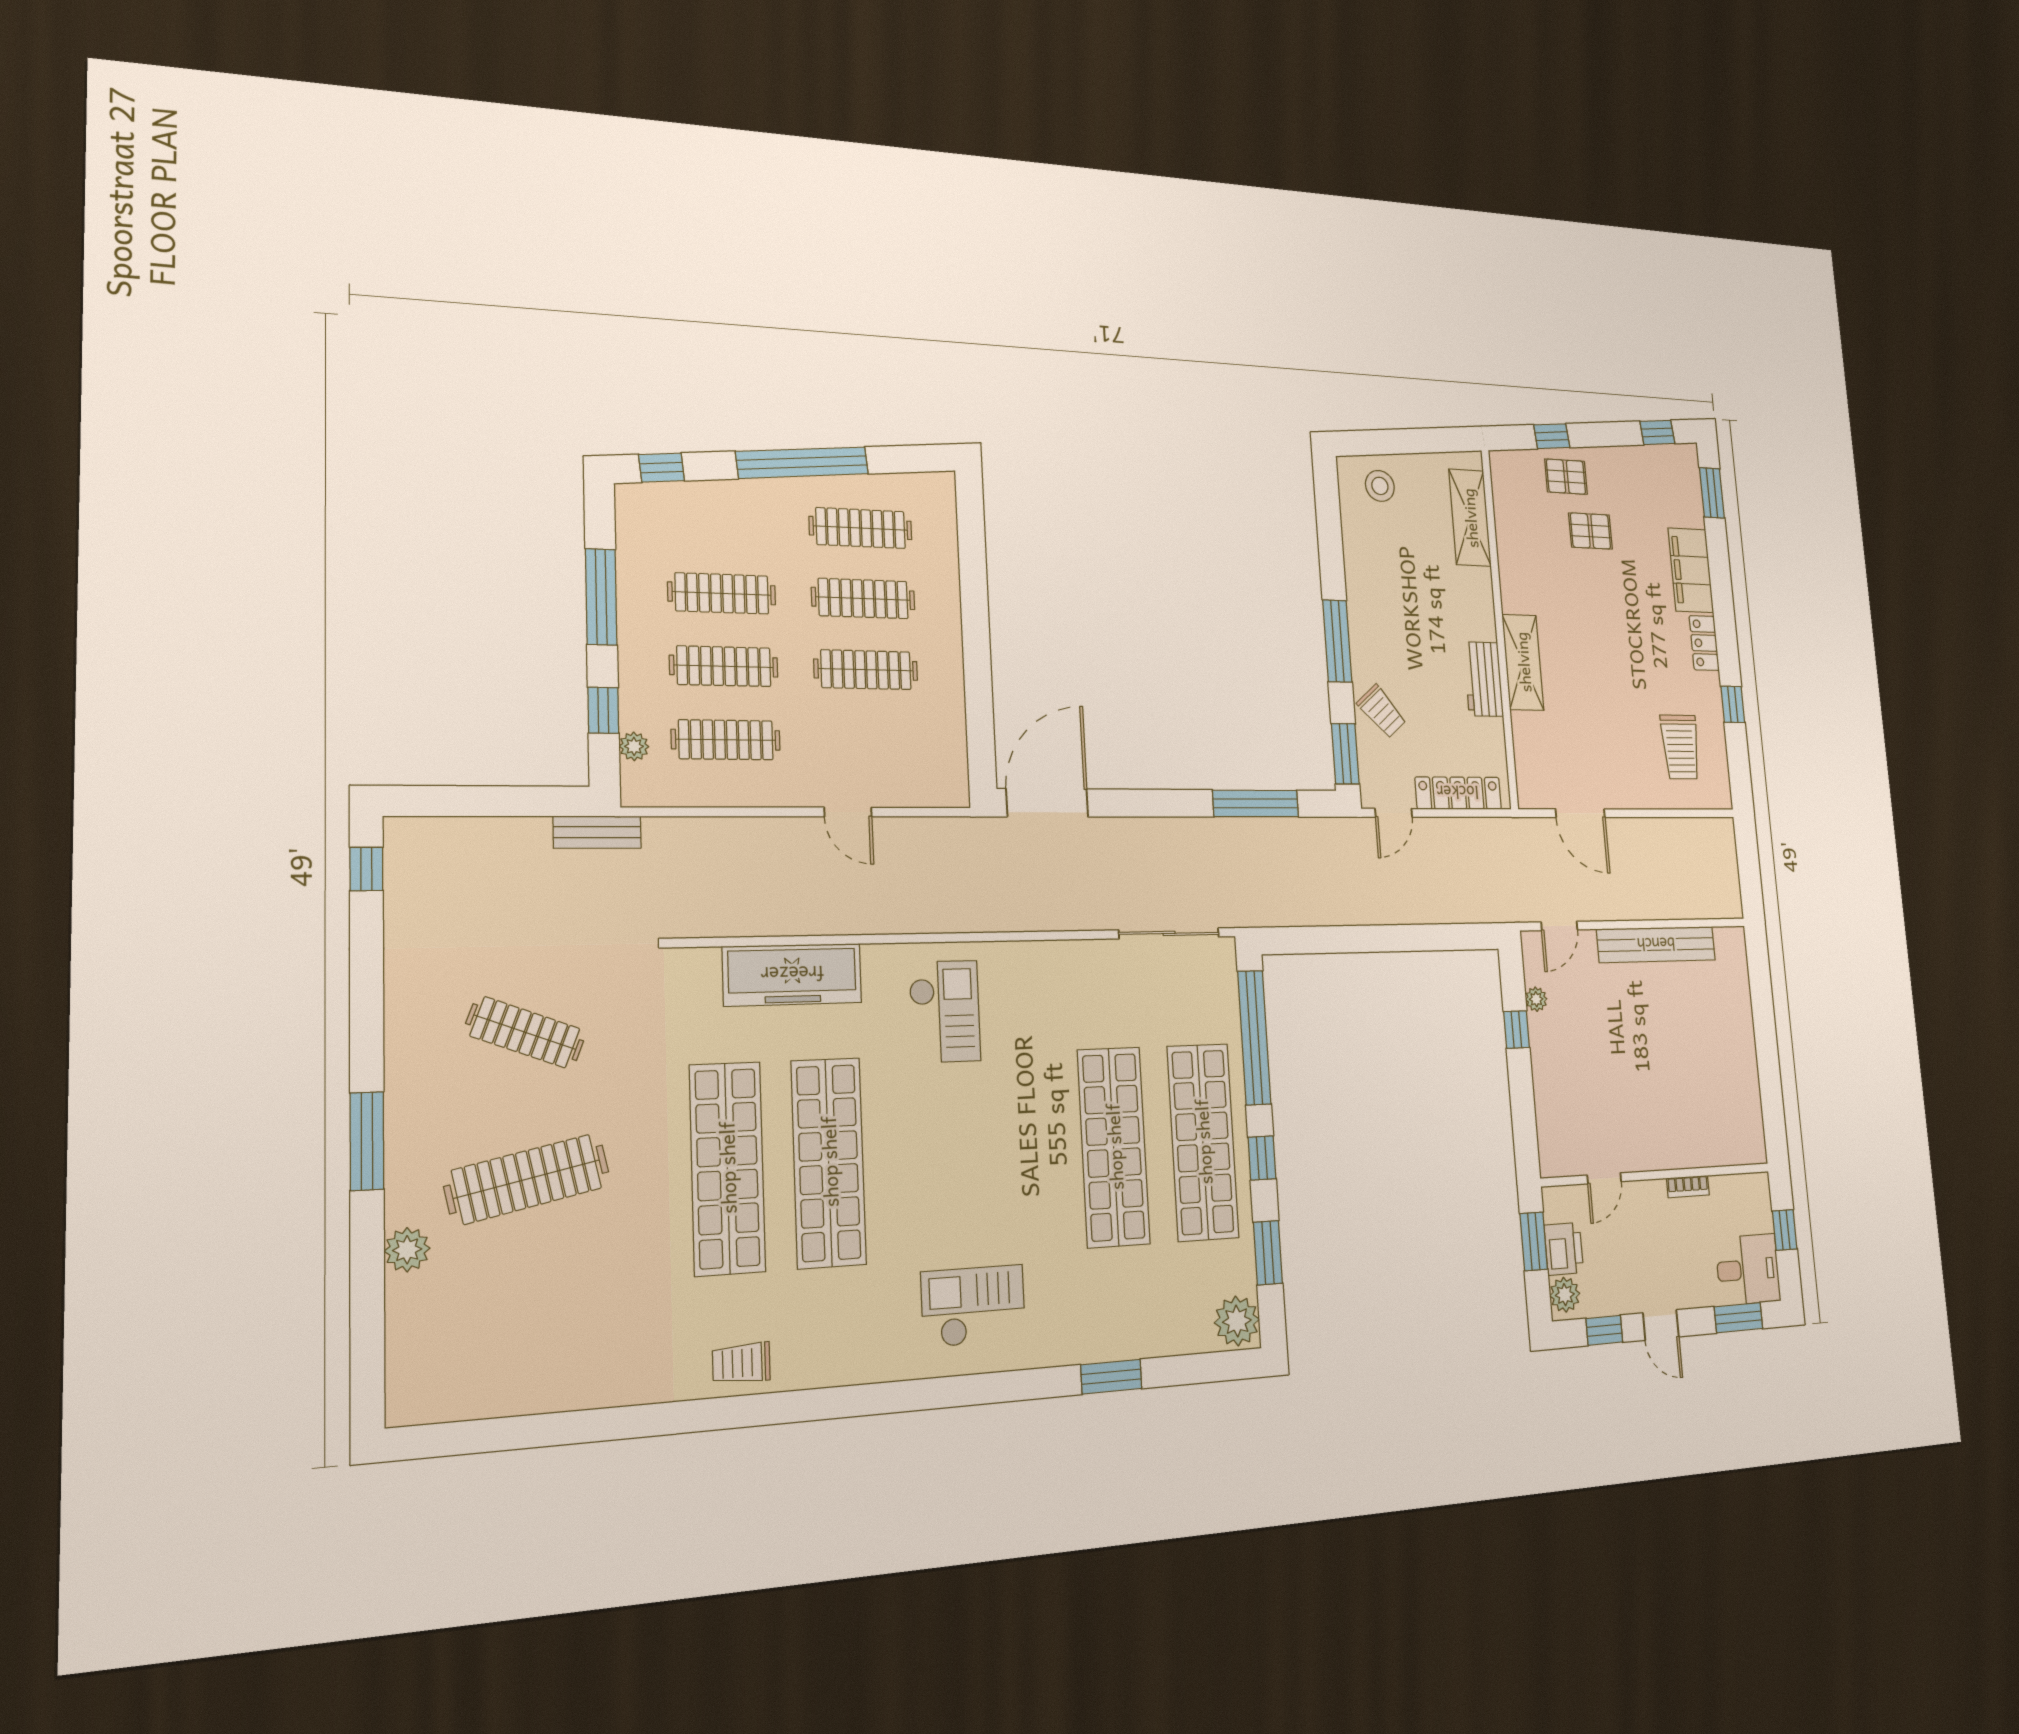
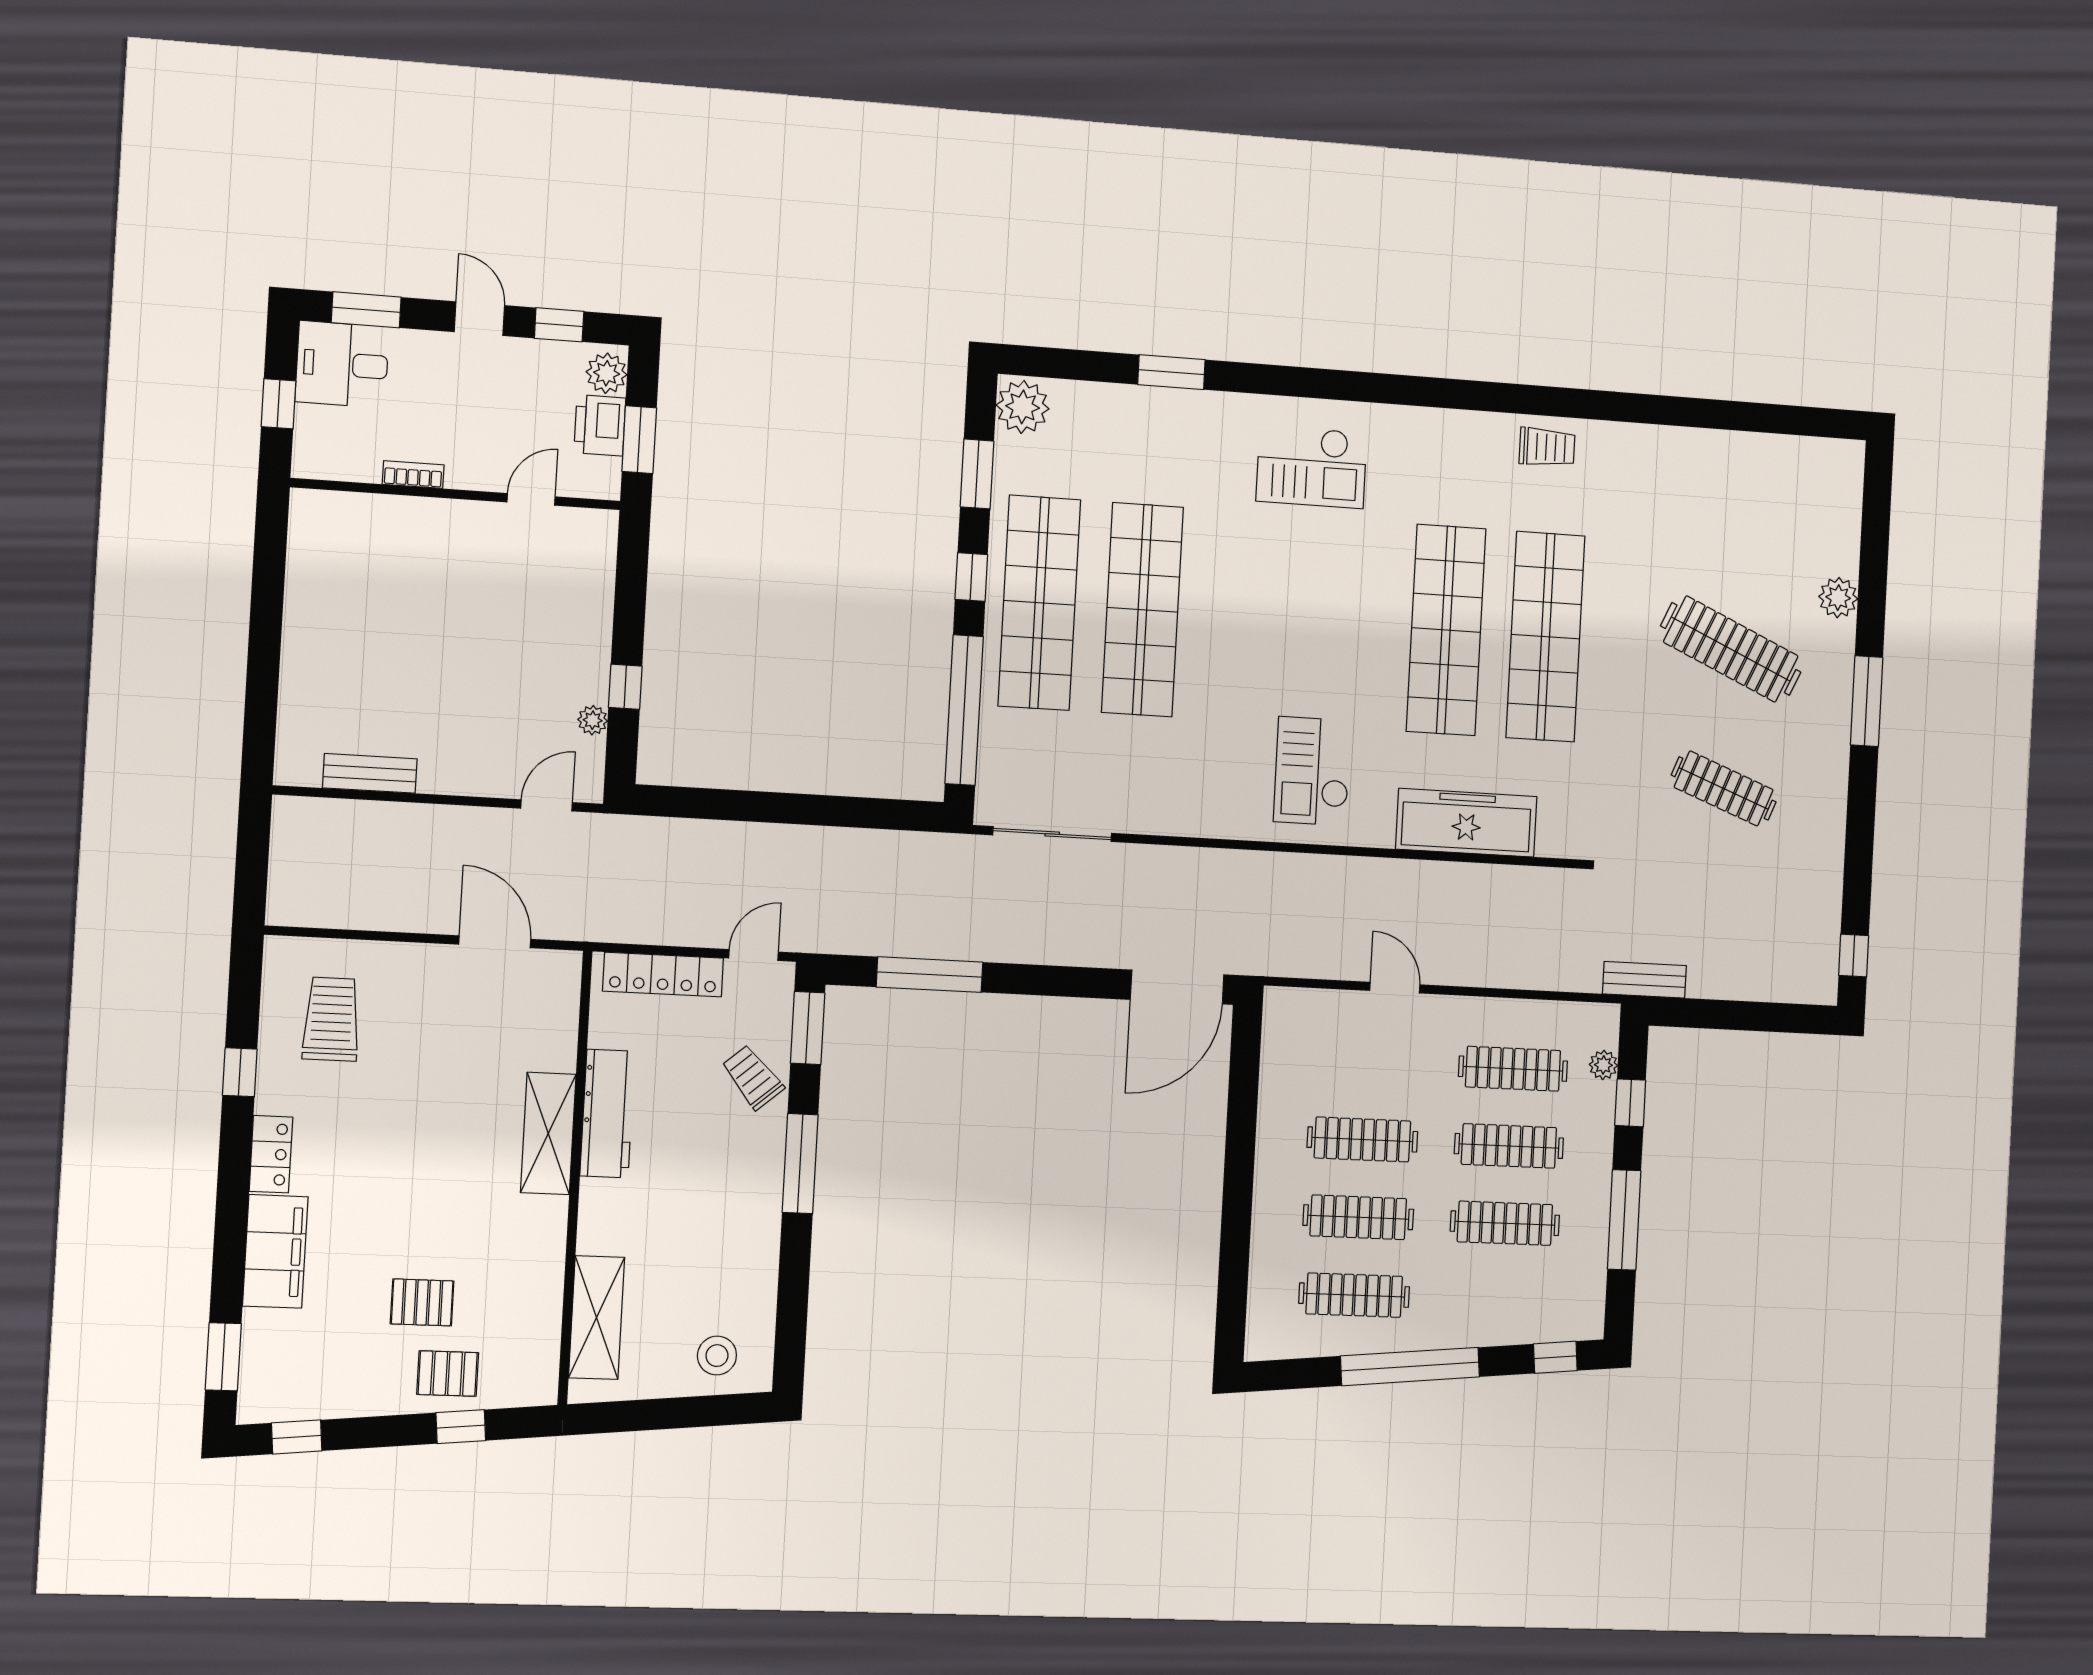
workbench: (1484, 679) -> (607, 1113), width x1.38
bench: (1656, 945) -> (370, 773), width x0.54, depth x0.82
clothes rail: (527, 1179) -> (1731, 649), turned 36

